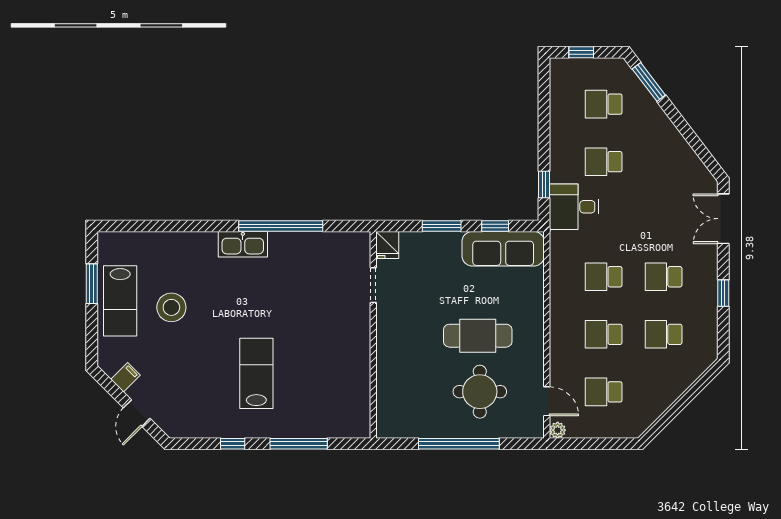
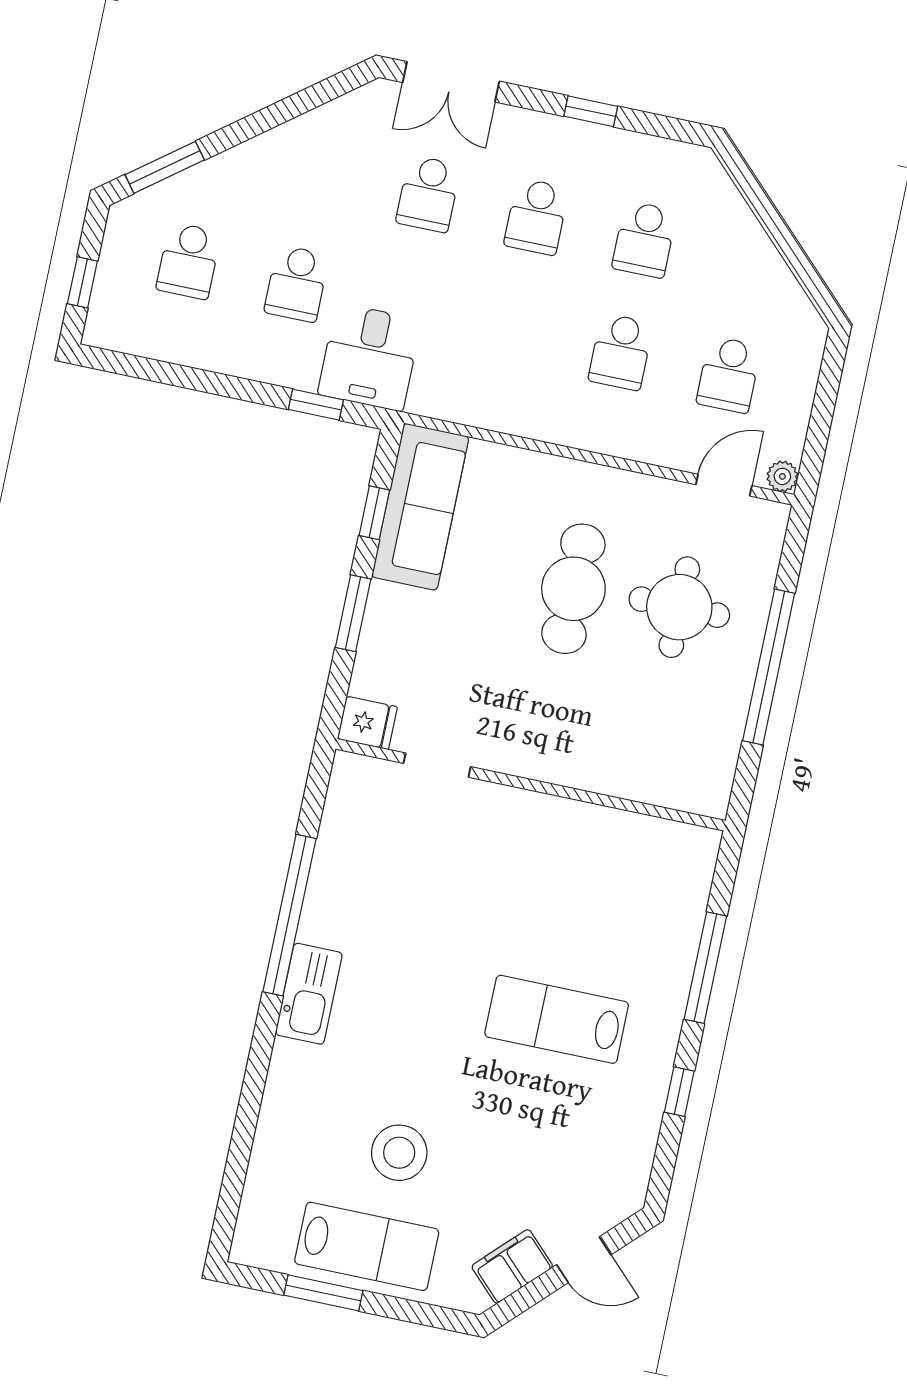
school desk: (604, 277) -> (428, 194), moved
filing cabinet: (126, 377) -> (512, 1266), width x2.00

